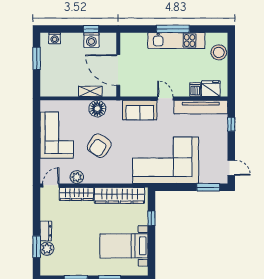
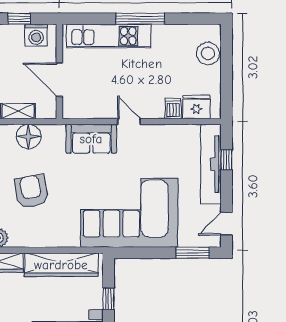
washing machine: (91, 40) -> (36, 35), moved
kitchen unit: (176, 41) -> (109, 36), moved
door: (118, 70) -> (59, 80), width x0.73
tv unit: (201, 107) -> (211, 164), moved, turned 90
armchair: (99, 146) -> (31, 191), turned 137
door: (231, 168) -> (226, 224), swing flipped

